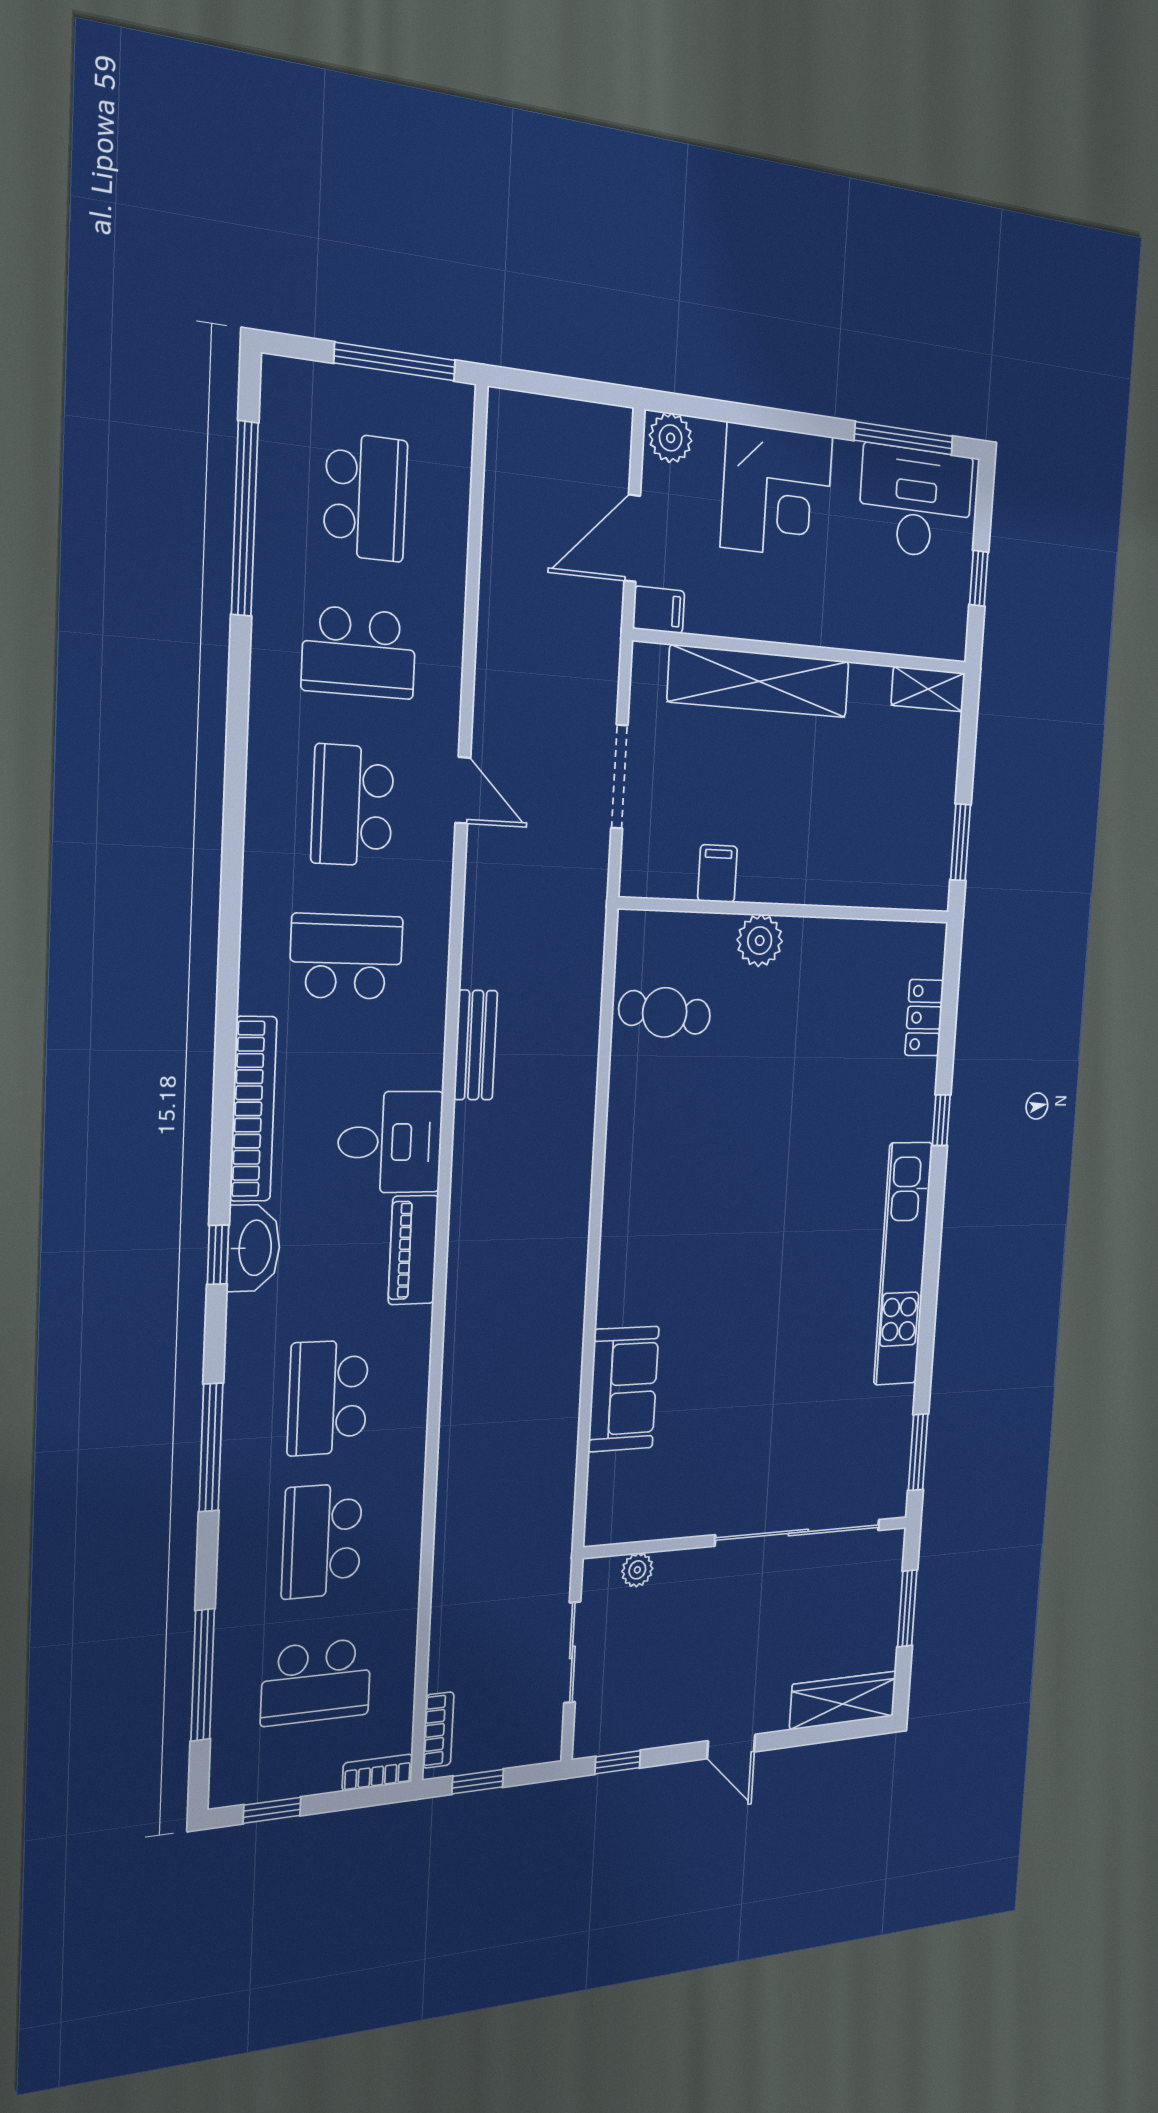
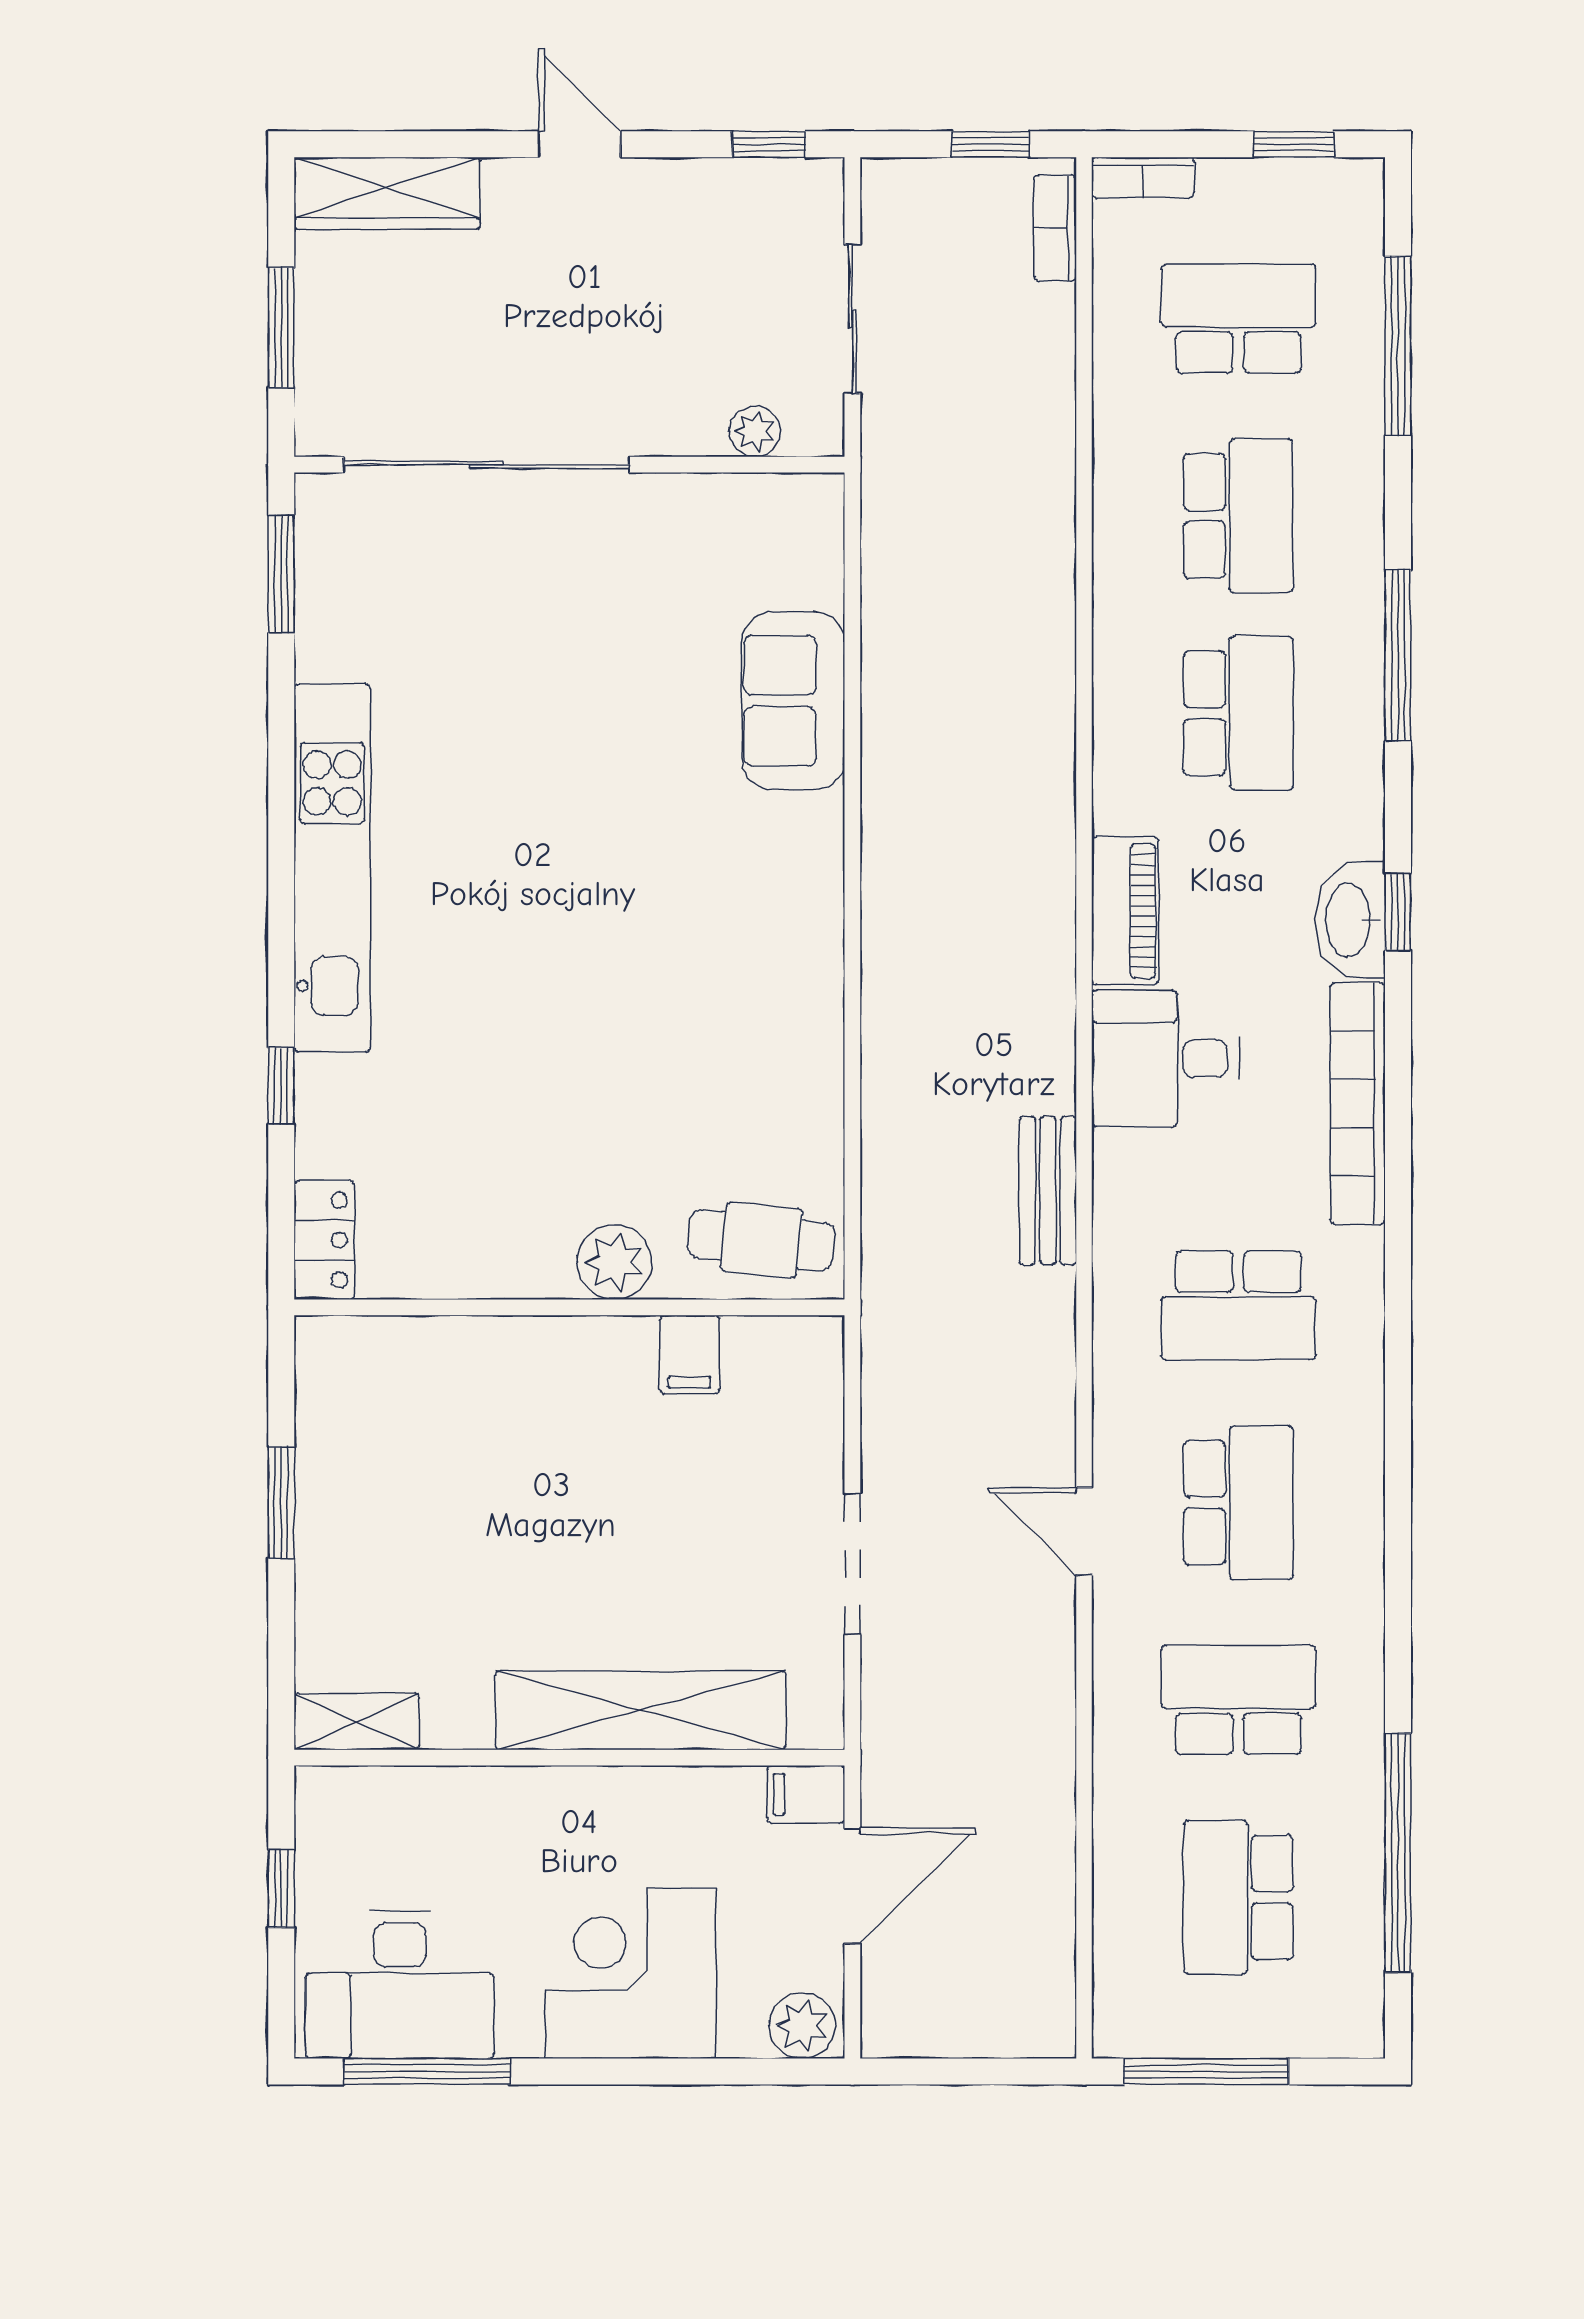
filing cabinet: (717, 874) -> (690, 1355), moved
wall: (789, 910) -> (569, 1307), moved
plant: (760, 941) -> (614, 1262), moved

